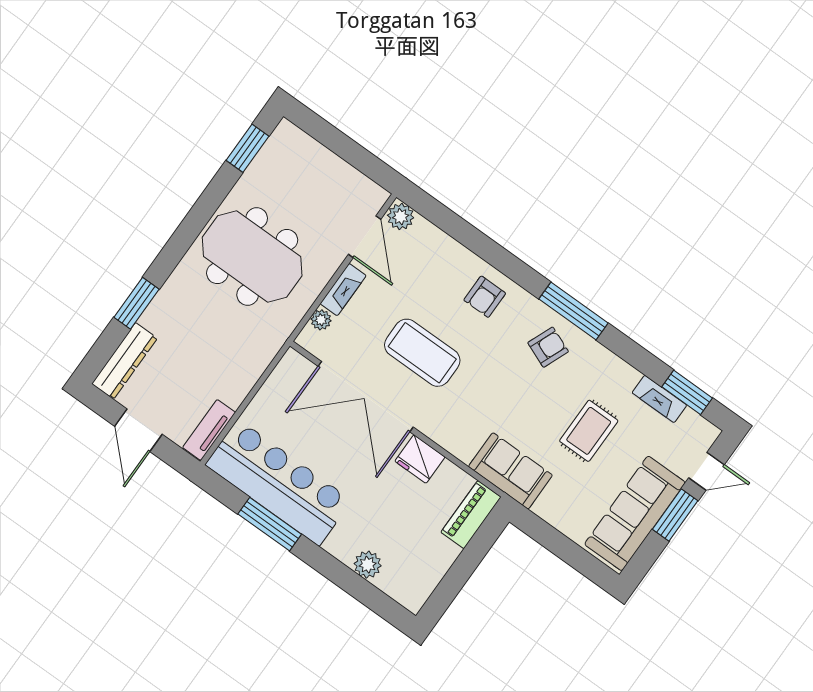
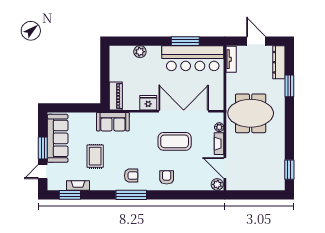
meeting table: (252, 257) -> (251, 113), moved
armchair: (548, 347) -> (131, 176), turned -112

